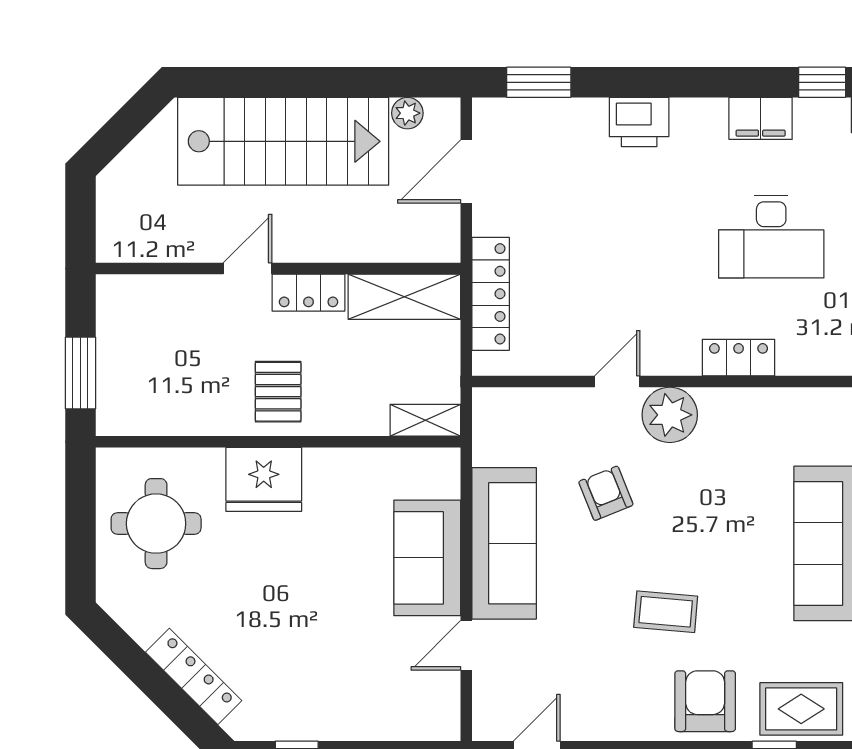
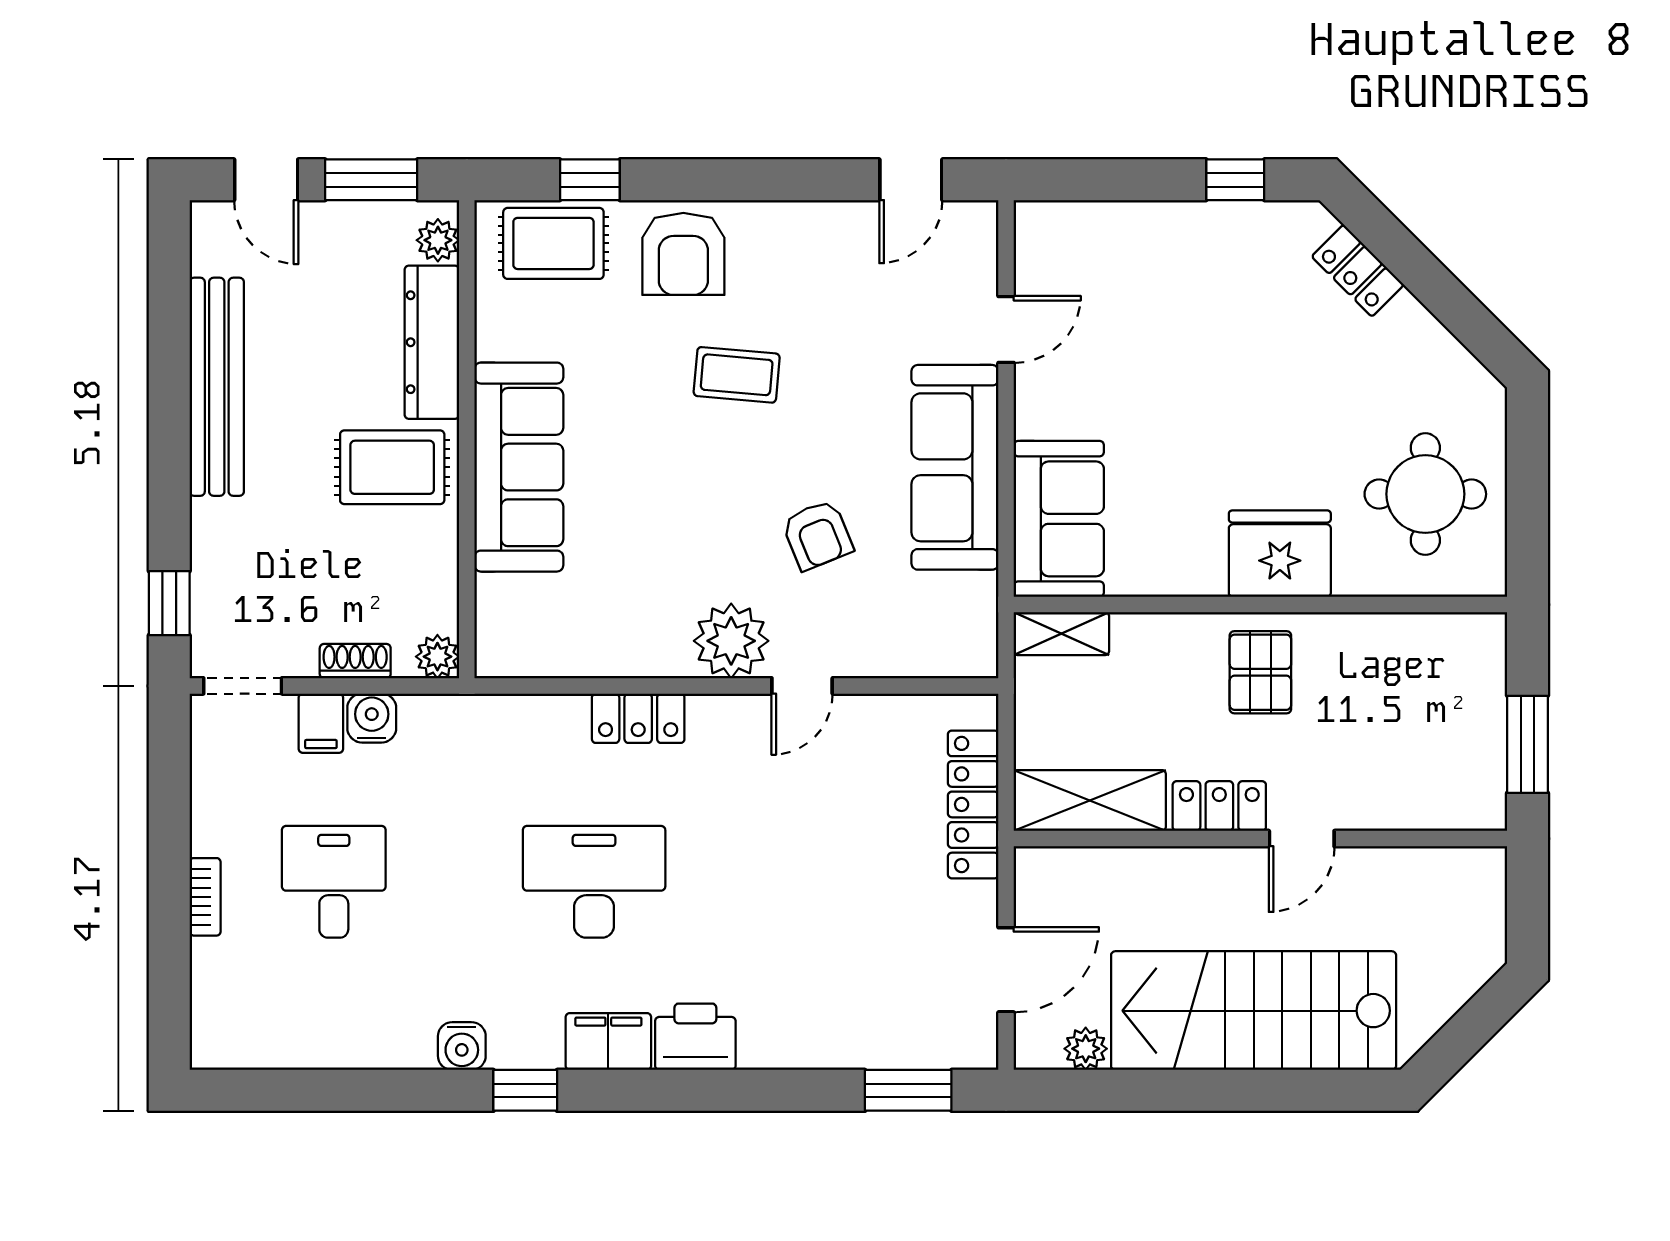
printer: (639, 122) -> (695, 1037), moved
window: (80, 373) -> (1528, 744), moved
sofa: (427, 558) -> (1059, 519), moved
locker: (194, 676) -> (1358, 271), width x0.66

